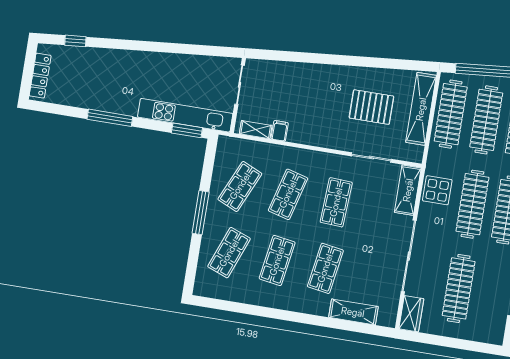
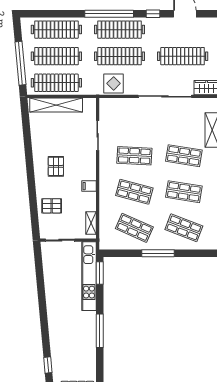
pallet: (287, 81) -> (52, 206), added
pallet: (371, 107) -> (56, 166), moved, width x0.67, depth x0.71
filing cabinet: (280, 131) -> (89, 186), moved
shelving: (408, 190) -> (117, 105), removed

